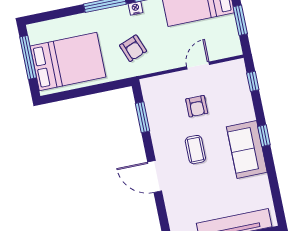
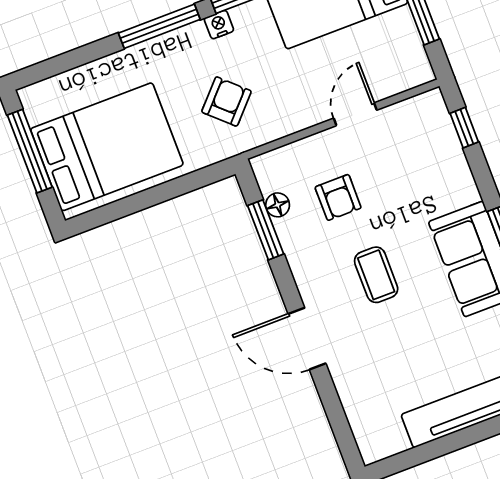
armchair: (133, 48) -> (226, 101), turned -116
floor lamp: (151, 106) -> (278, 205), added
armchair: (197, 106) -> (338, 197), moved

